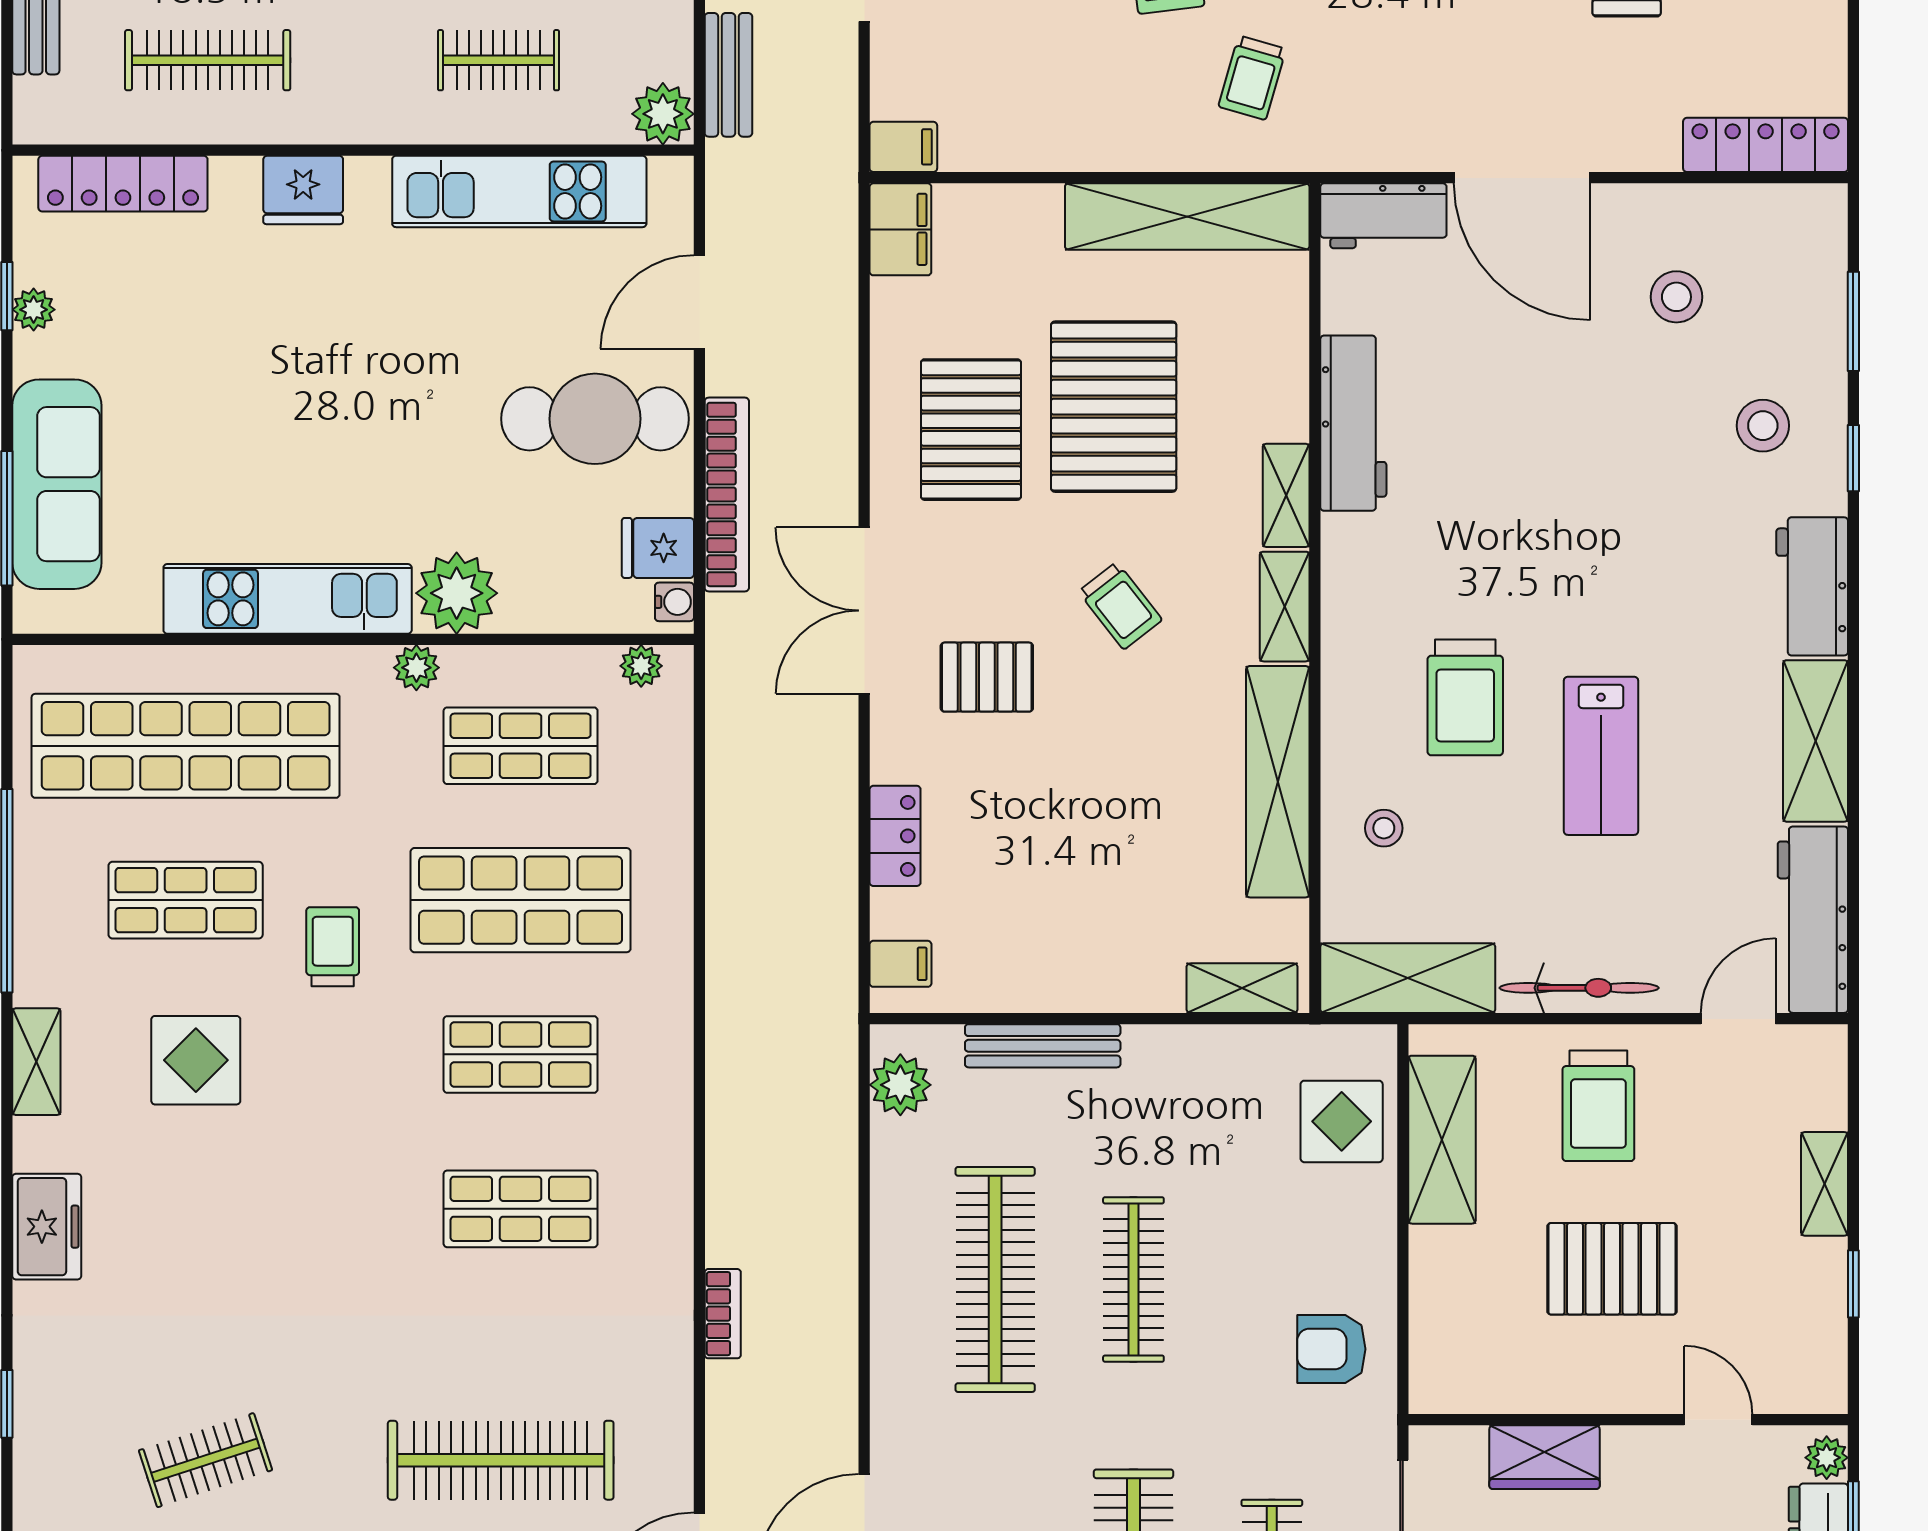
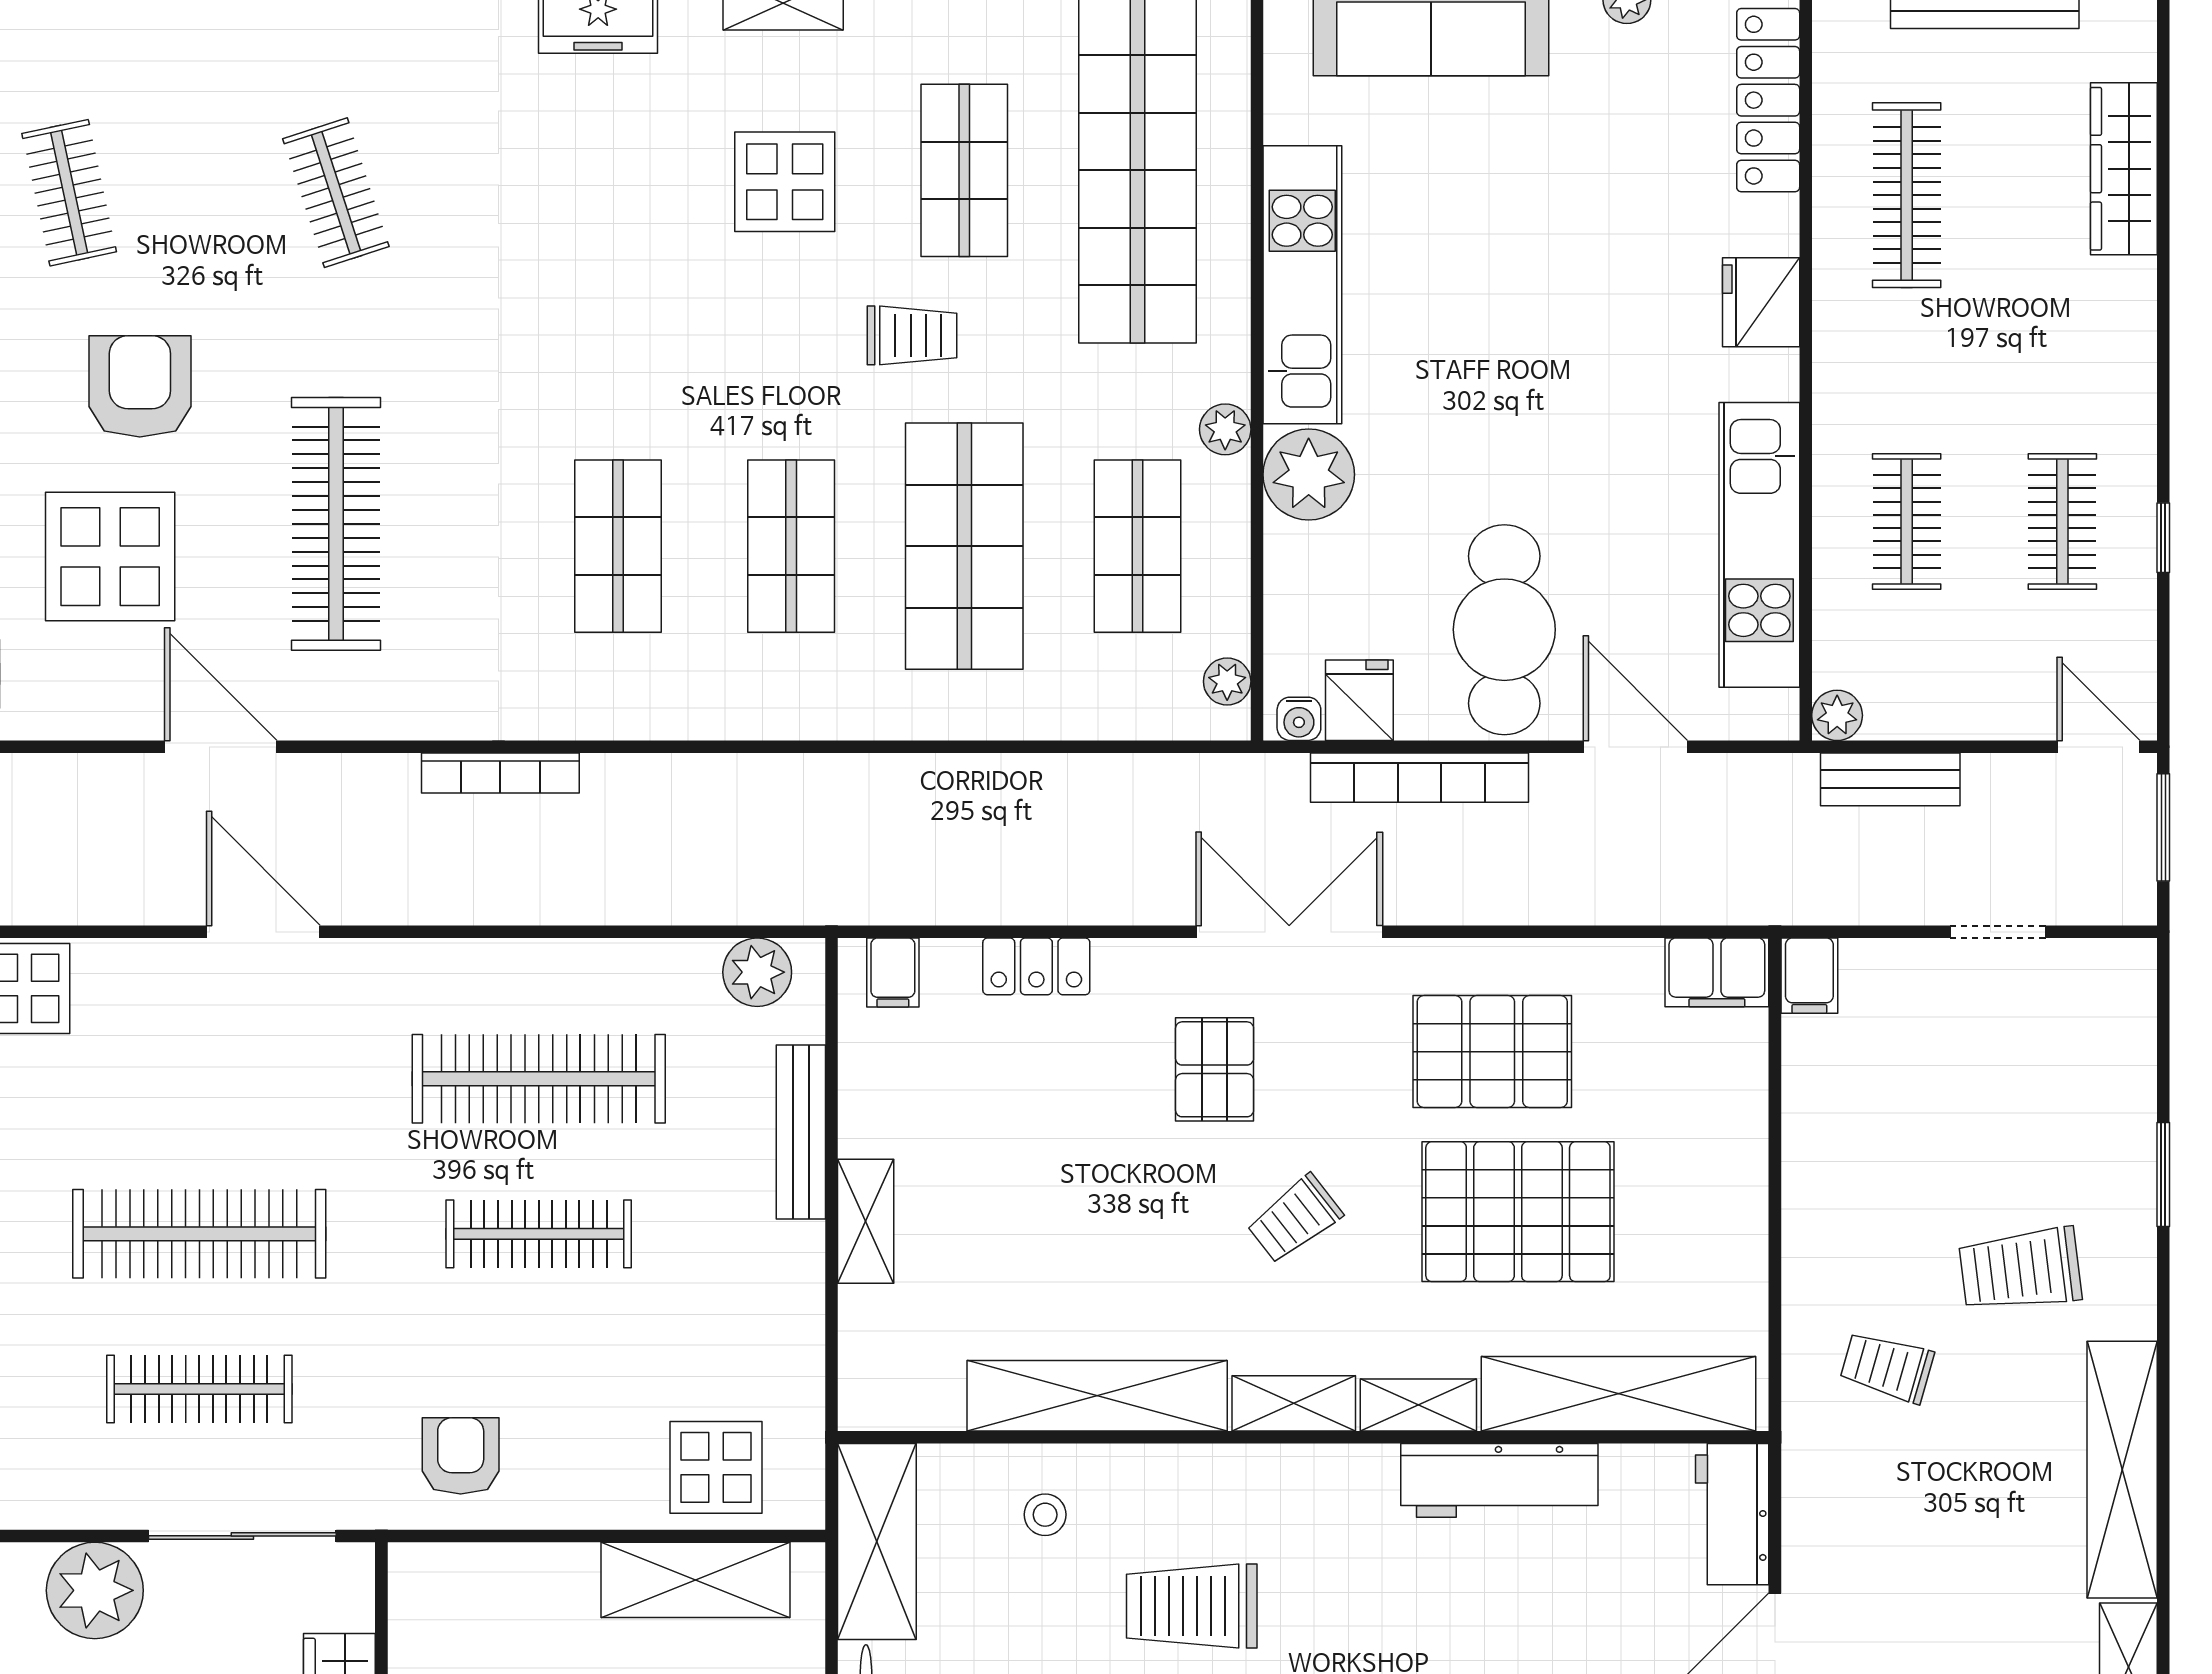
plant: (663, 114) -> (1837, 715), width x0.73, depth x0.73
shelving: (1187, 216) -> (1618, 1394), moved, turned 90
shelving: (1242, 988) -> (866, 1221), moved
bookcase: (723, 1314) -> (500, 773), width x1.56

